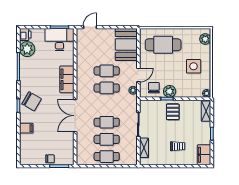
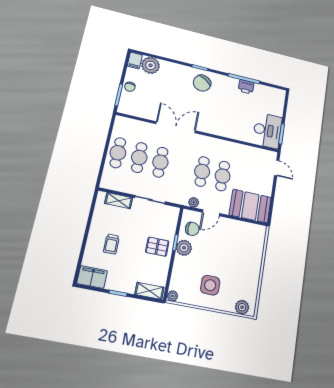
printer: (25, 35) -> (246, 87), moved
cafe table: (163, 45) -> (243, 251), removed
plant: (27, 49) -> (150, 65), moved
door: (138, 75) -> (211, 213), hinge flipped
filing cabinet: (67, 79) -> (220, 128), removed
filing cabinet: (26, 128) -> (135, 61), moved

